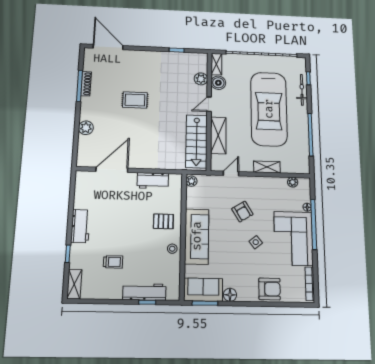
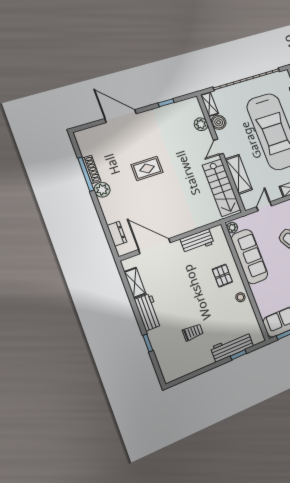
door: (108, 47) -> (121, 116), moved
plant: (86, 128) -> (102, 190), moved
dresser: (83, 146) -> (117, 234), added
door: (112, 170) -> (154, 246), hinge flipped
pallet: (163, 221) -> (222, 276), turned 90
sofa: (197, 236) -> (249, 257), moved
shelving: (74, 284) -> (135, 283), moved

